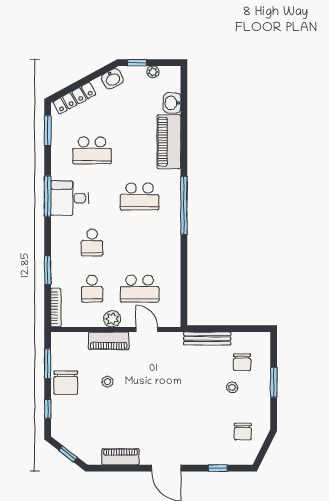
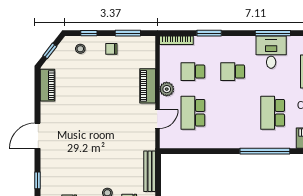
stool: (107, 382) -> (80, 49), moved
chair: (66, 383) -> (111, 49), width x0.54, depth x0.54
piano: (121, 457) -> (47, 85), moved

